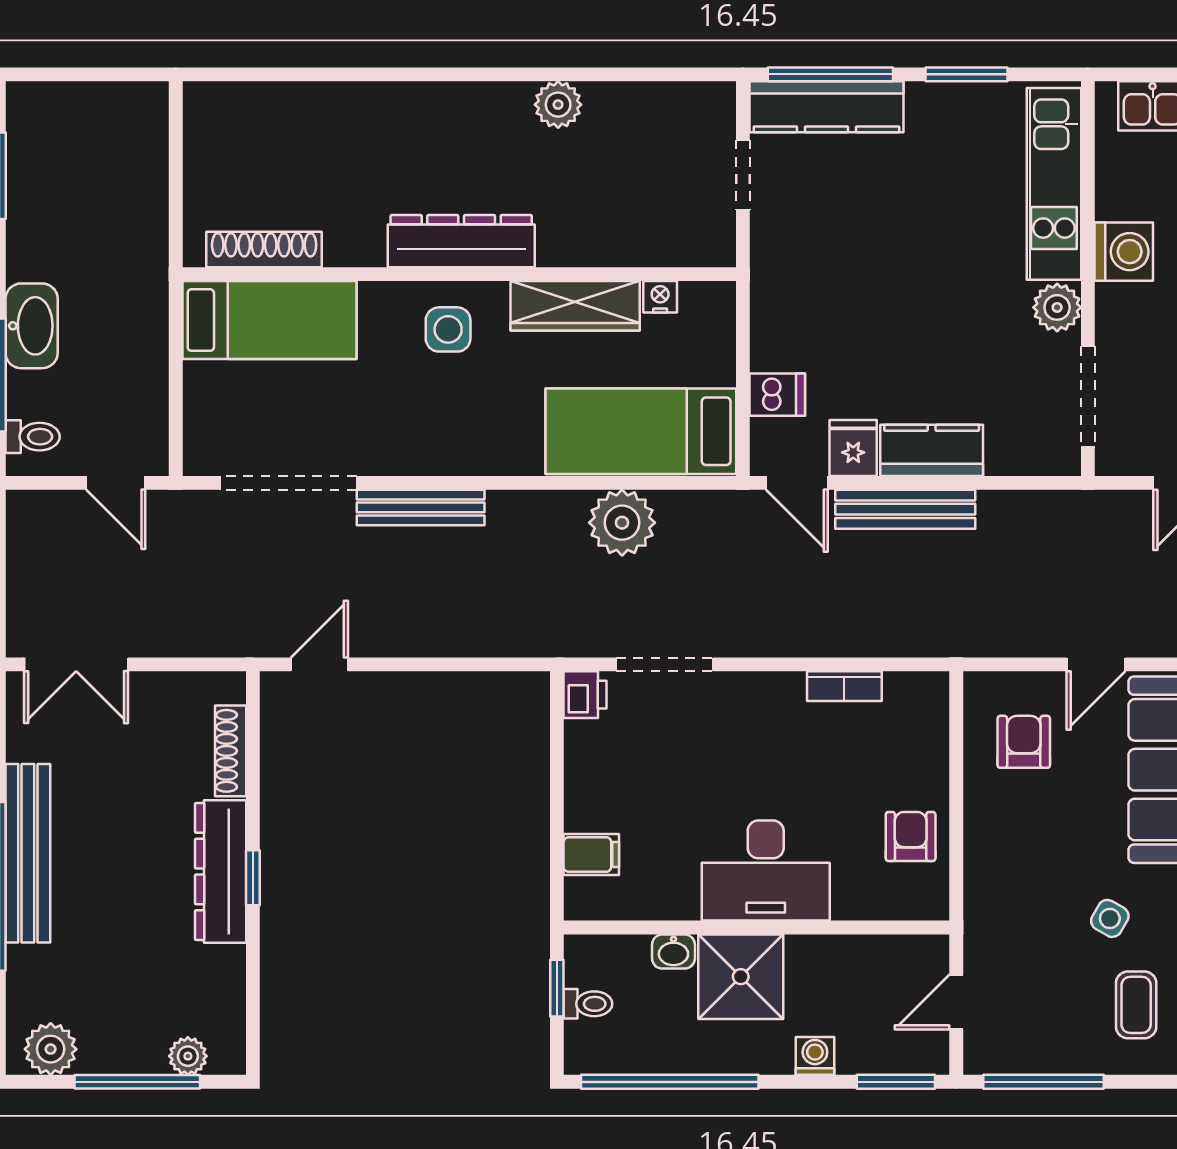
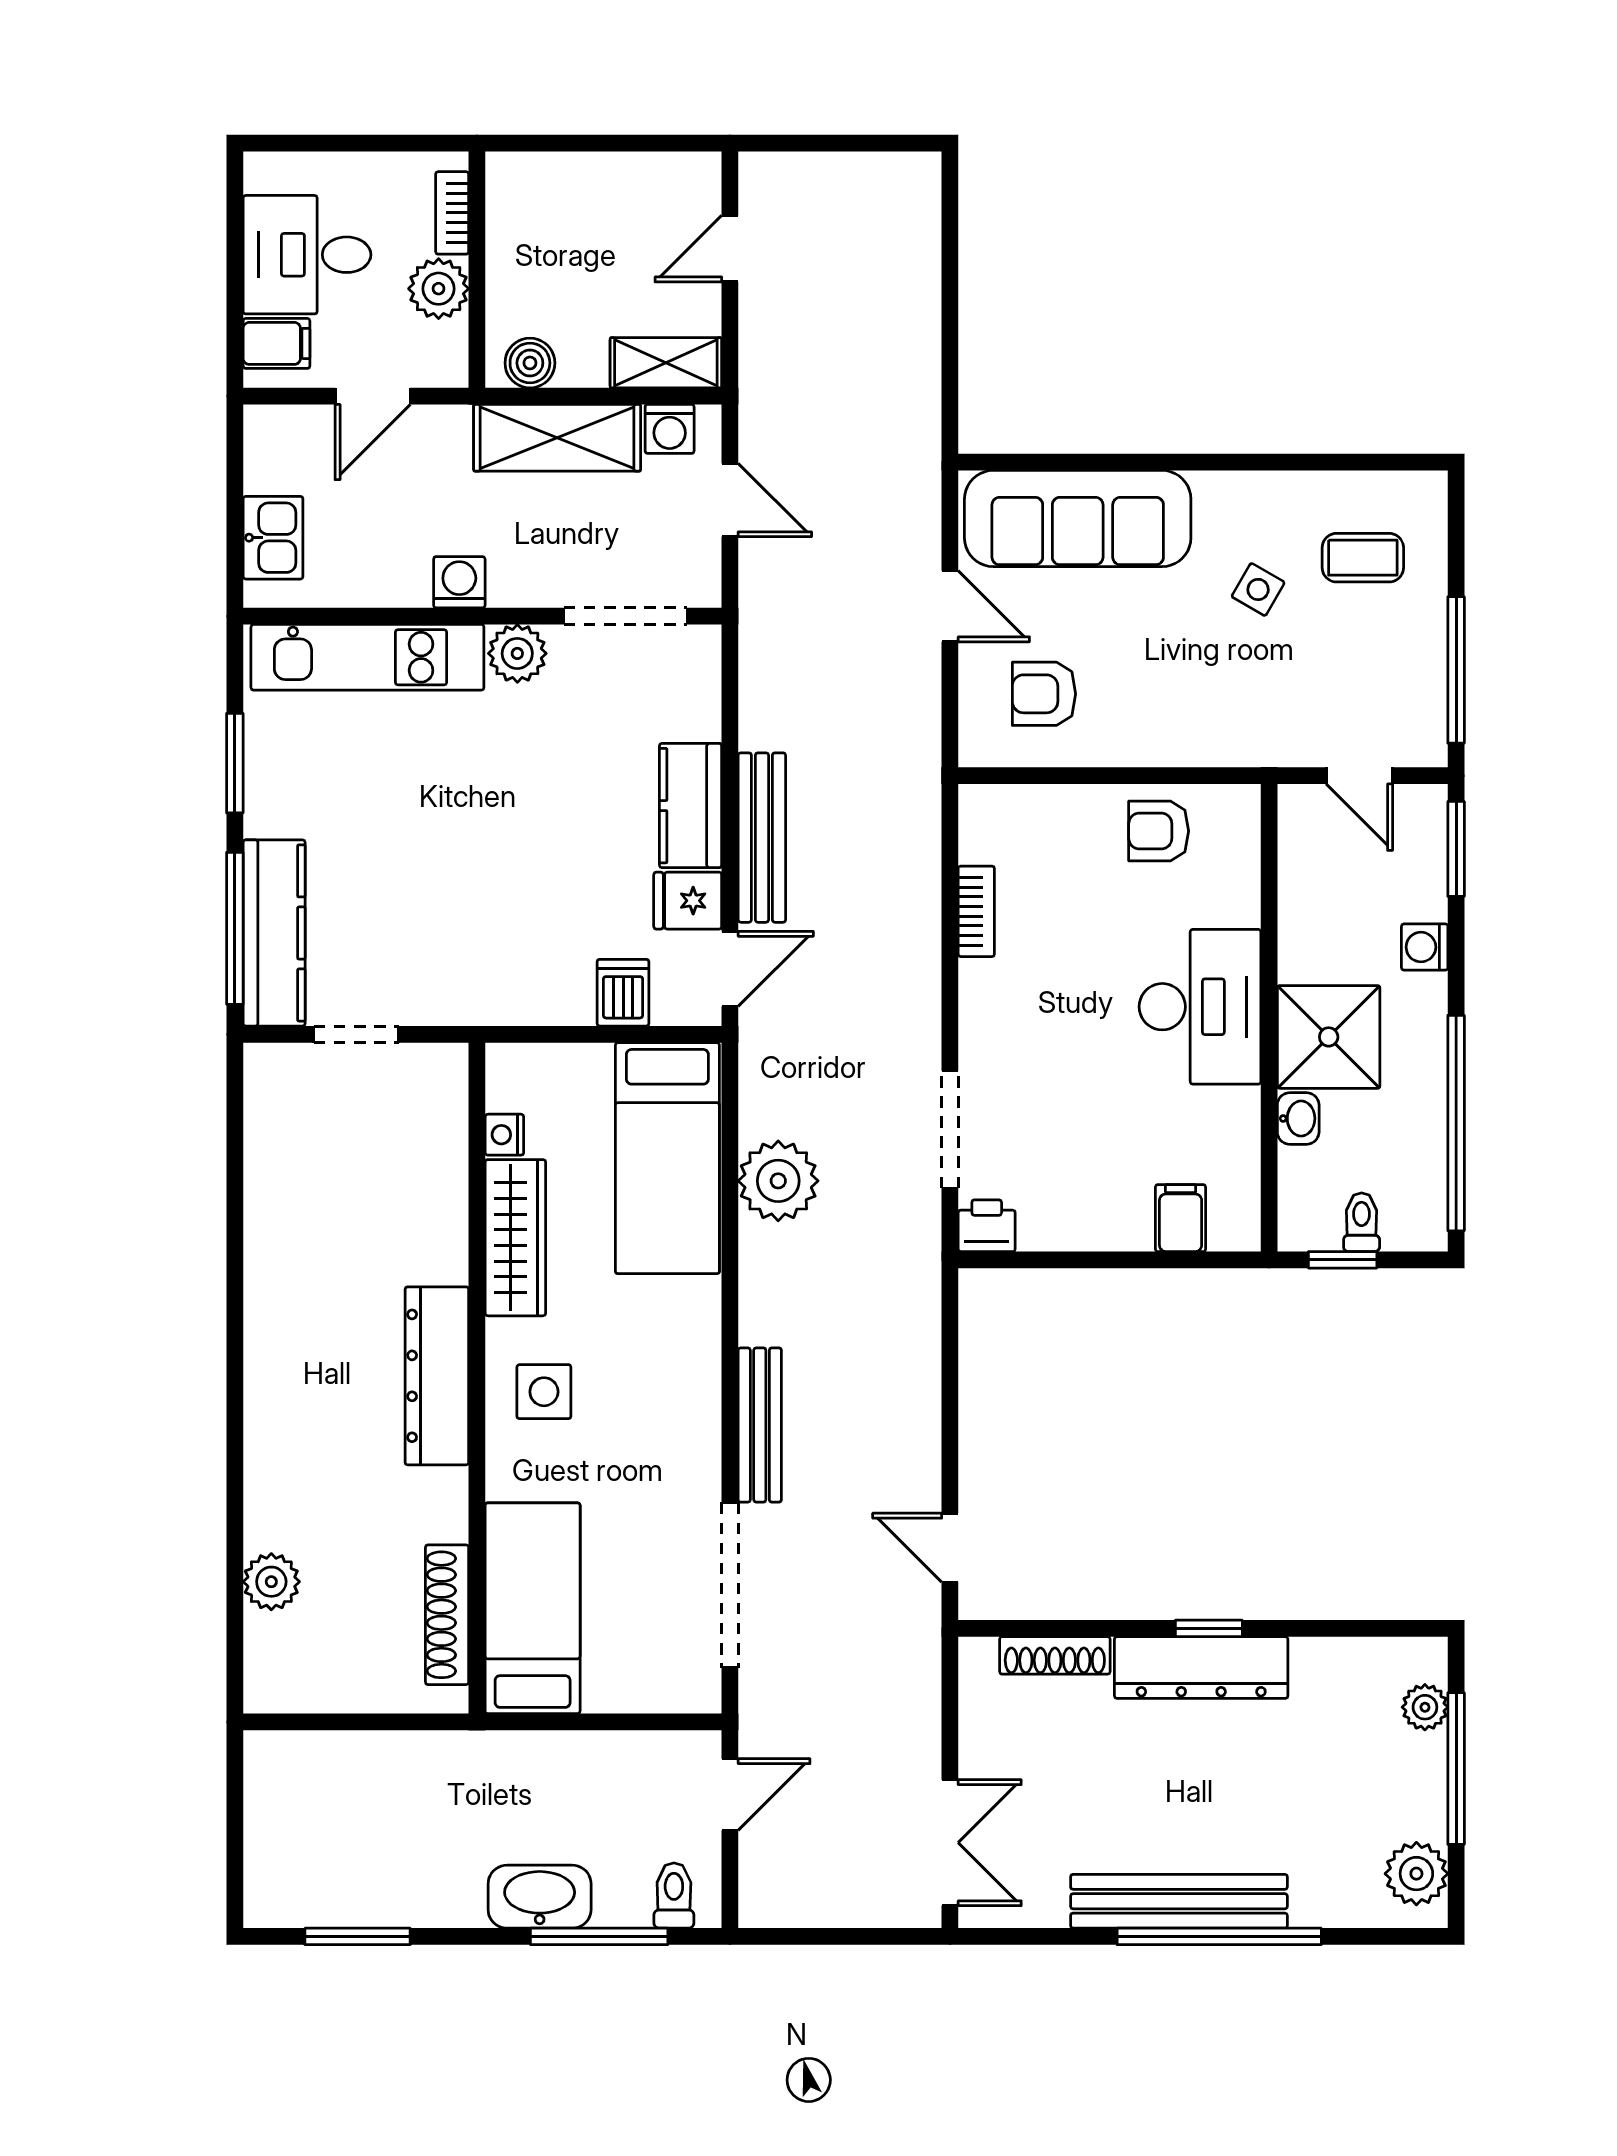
plant: (558, 105) -> (271, 1582), moved
washing machine: (1124, 252) -> (459, 582), width x0.73, depth x0.73

